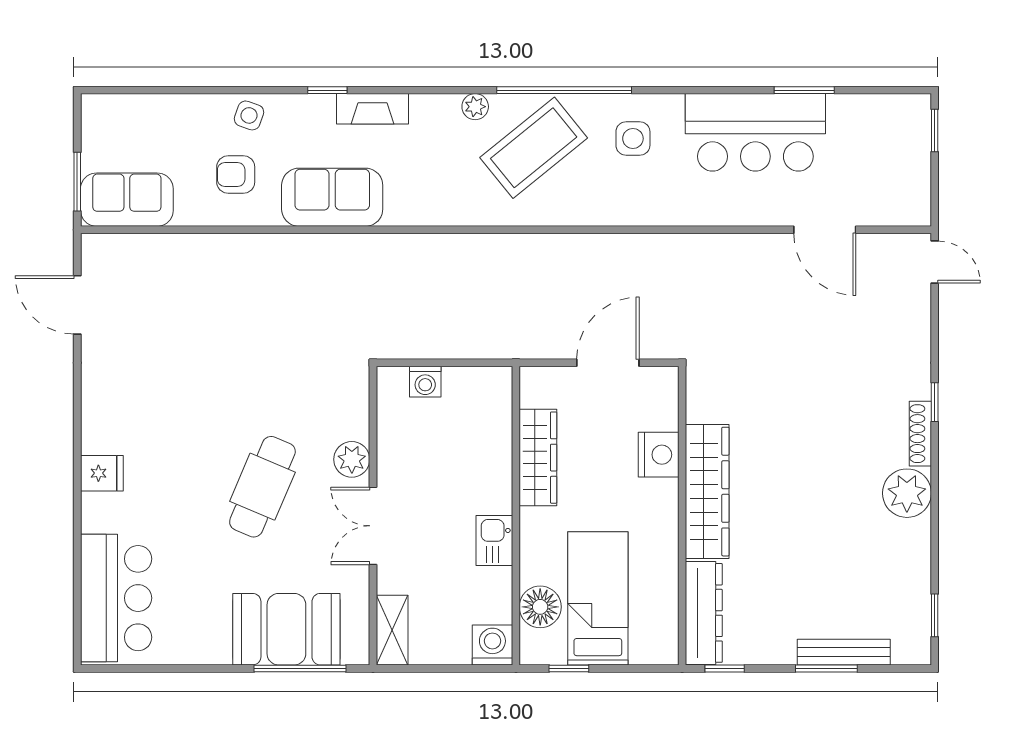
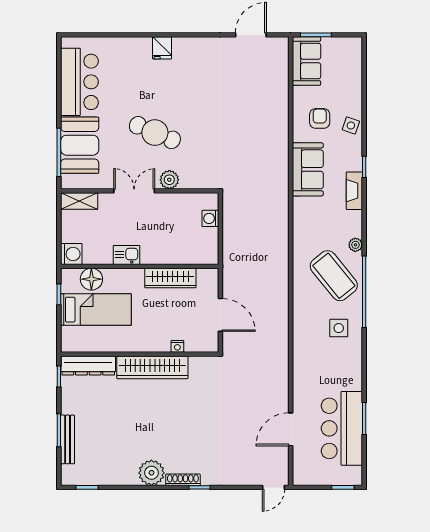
bar counter: (755, 132) -> (342, 428), moved
nightstand: (659, 455) -> (177, 346), width x0.53, depth x0.56
bar counter: (116, 598) -> (79, 82), moved, turned -90

